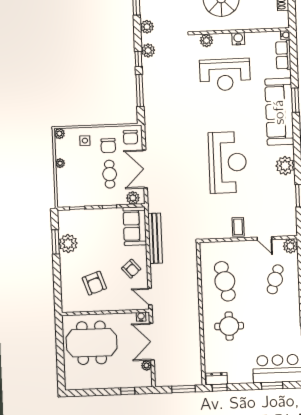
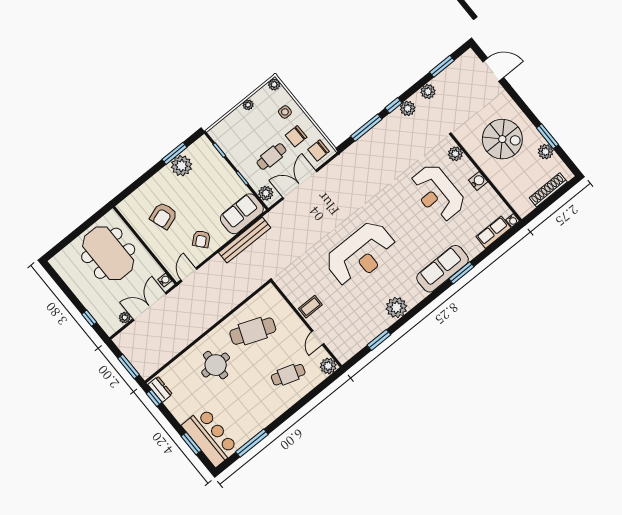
sofa: (279, 112) -> (443, 269), width x0.74, depth x0.79
cafe table: (225, 281) -> (253, 331), turned 33

